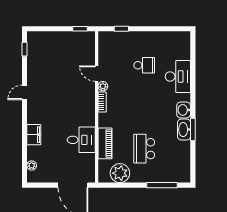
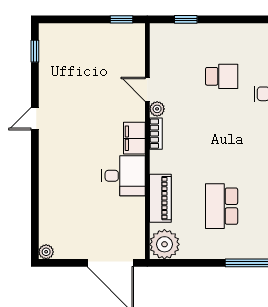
filing cabinet: (34, 135) -> (134, 138), moved, turned 180
desk: (81, 140) -> (123, 176), moved
plant: (32, 166) -> (46, 252), moved
plant: (120, 173) -> (164, 244), moved

